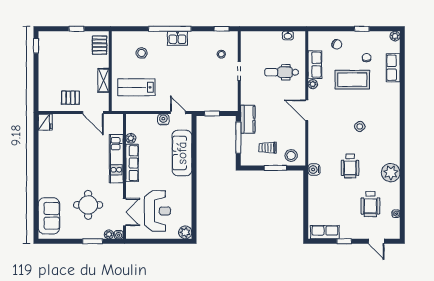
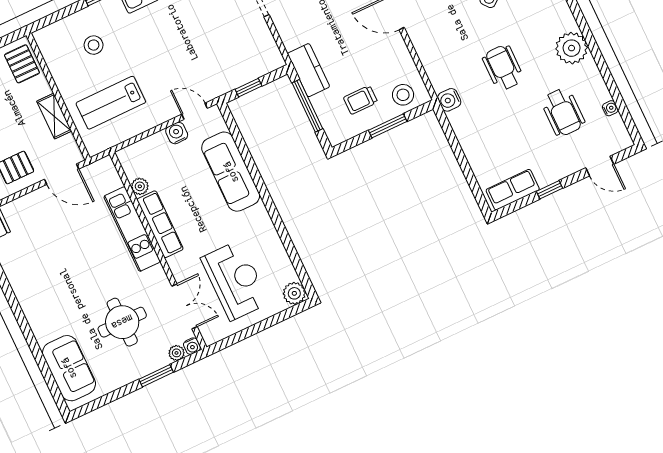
wheelchair: (350, 166) -> (503, 68), turned 180

